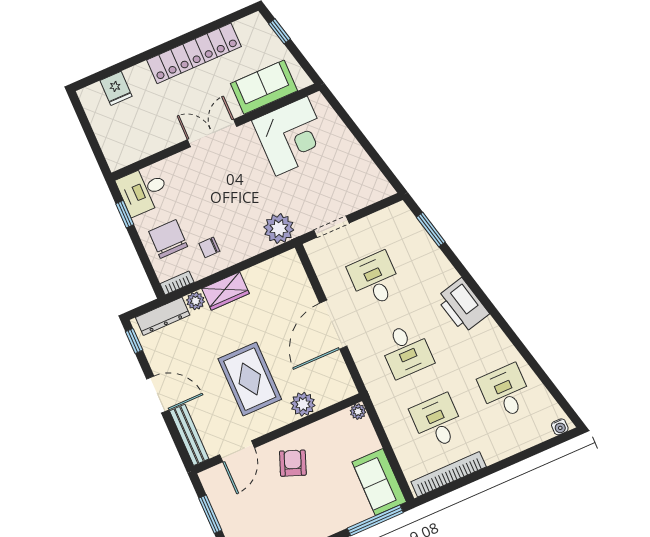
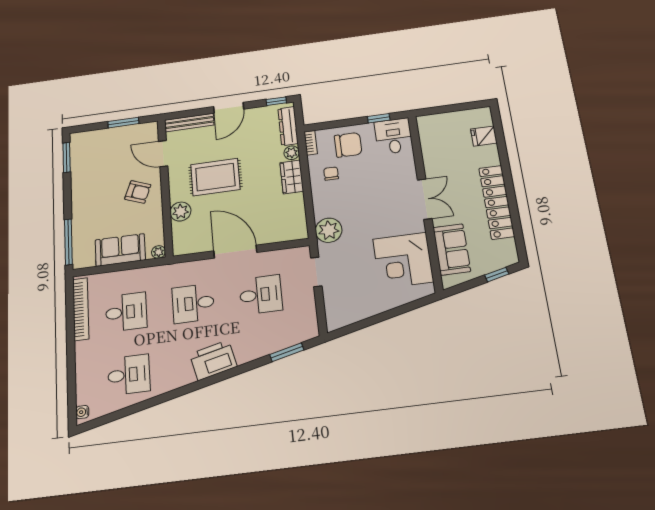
sofa: (379, 482) -> (120, 250), moved

